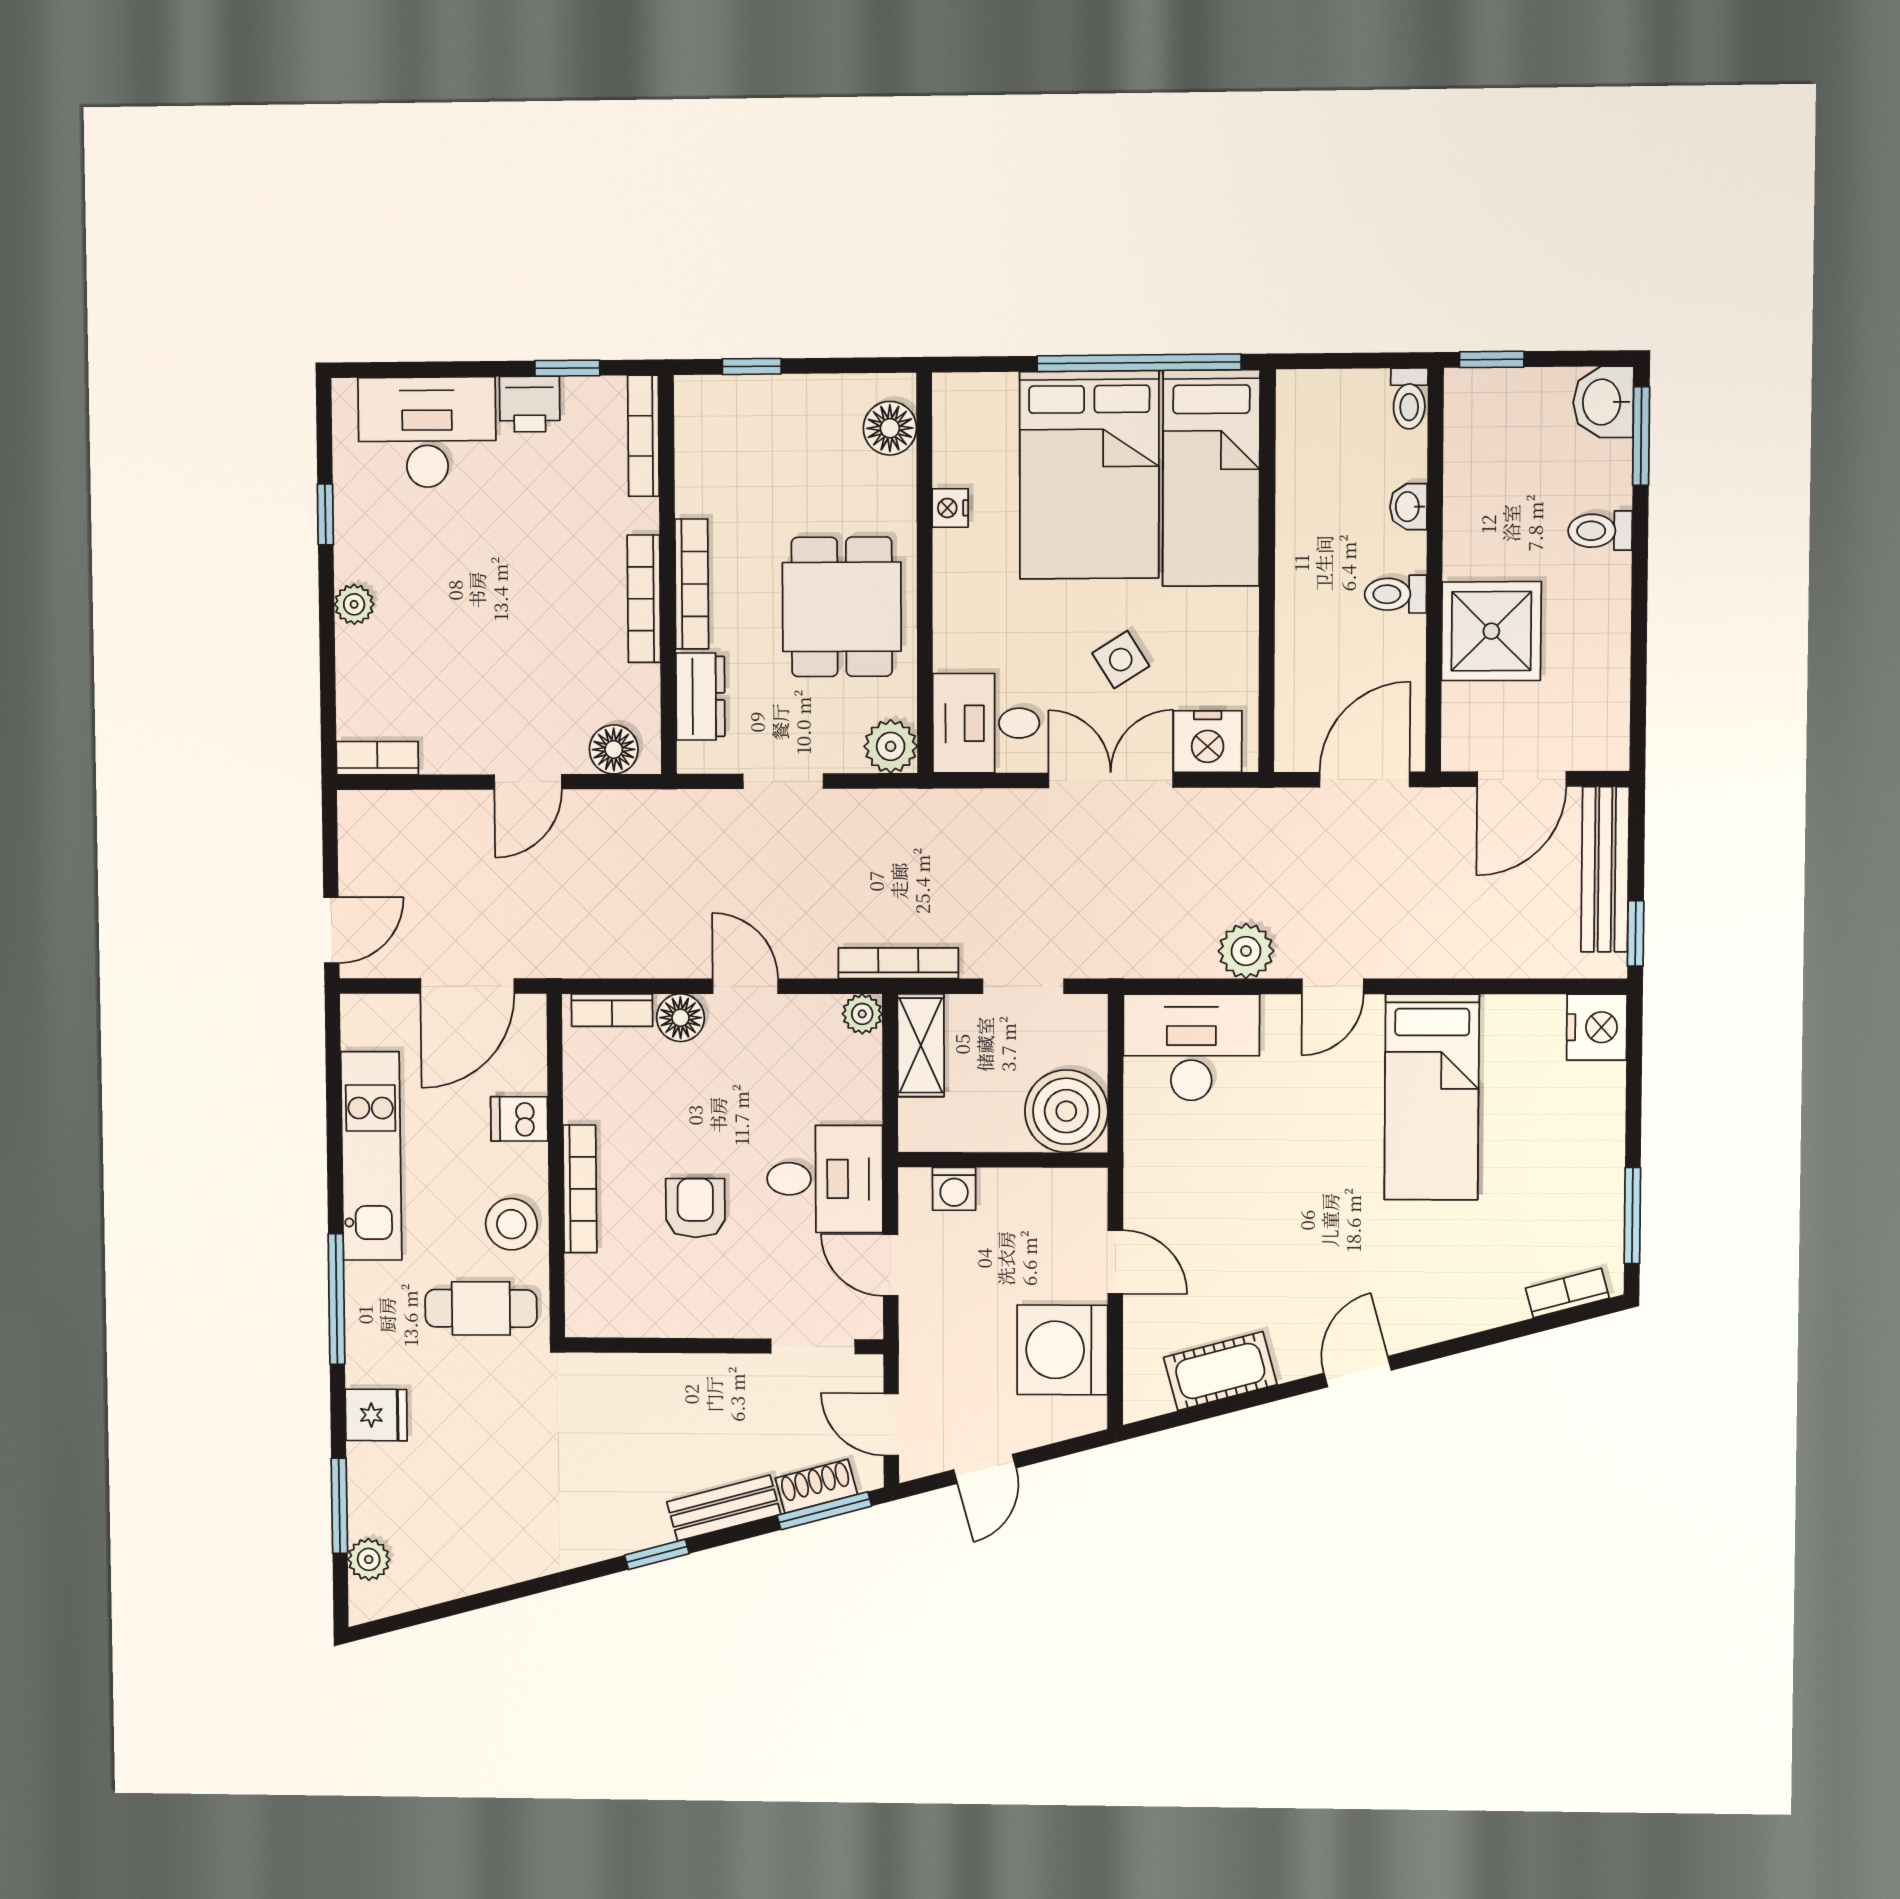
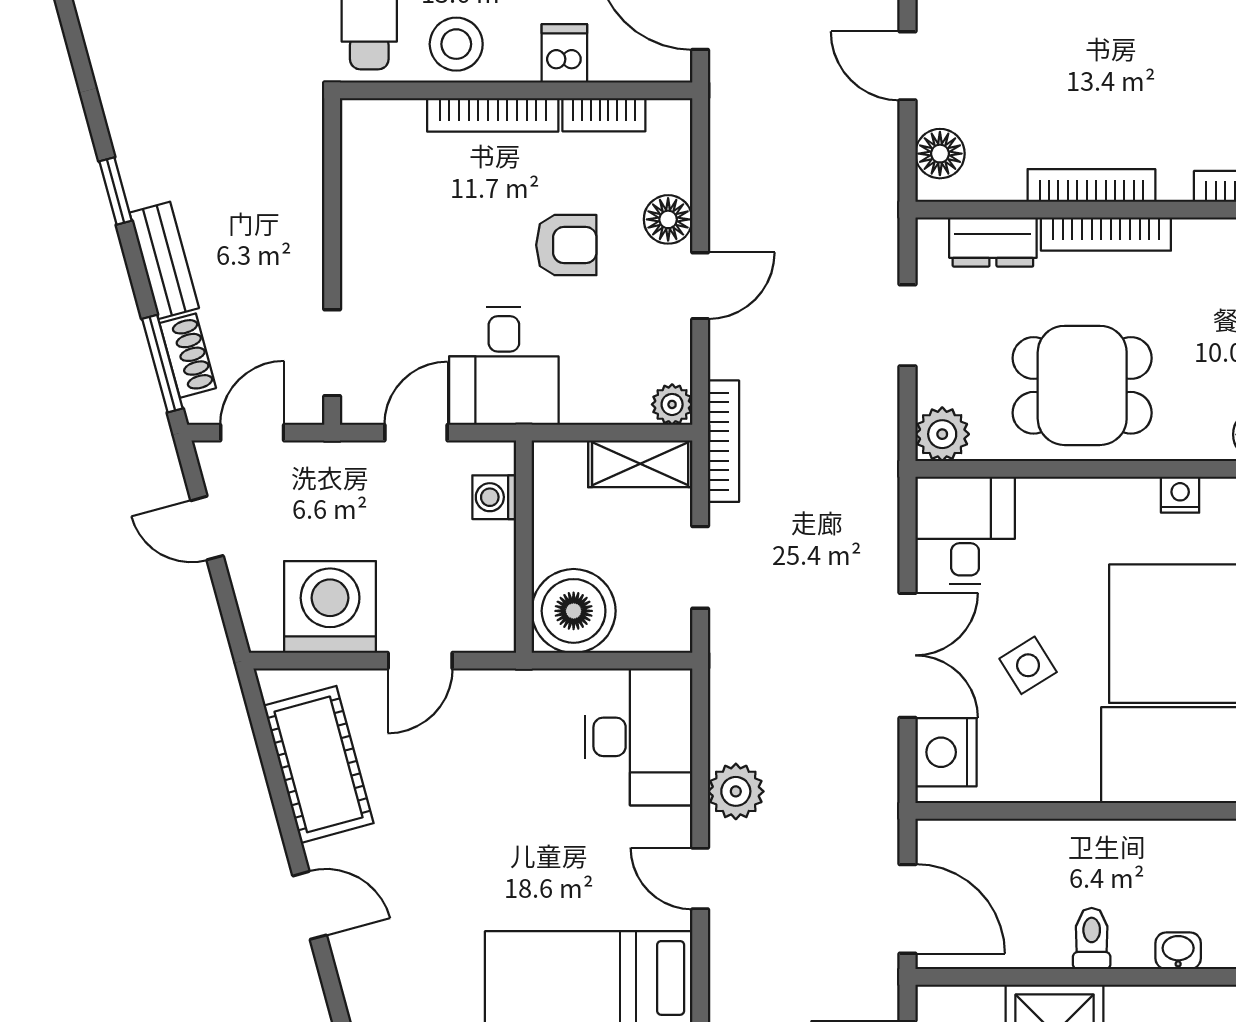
bookcase: (612, 1010) -> (604, 115), moved, turned -90
armchair: (695, 1208) -> (566, 245), moved
cot: (1220, 1371) -> (319, 764), width x1.37, depth x1.34

